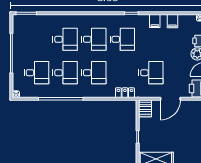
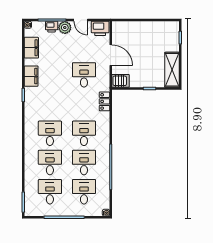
filing cabinet: (155, 21) -> (31, 76), width x2.00
filing cabinet: (172, 21) -> (31, 48), width x2.00
desk: (122, 39) -> (50, 192), moved

